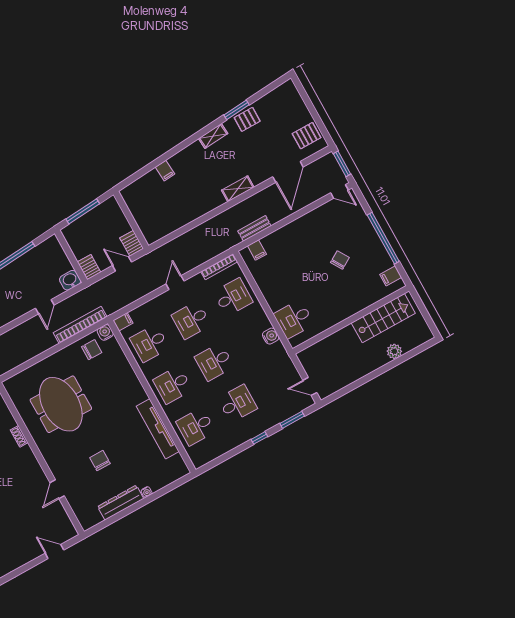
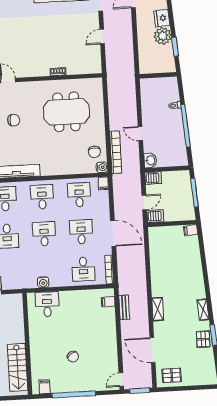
pallet: (307, 136) -> (172, 375), turned 90
filing cabinet: (165, 171) -> (191, 230), moved
door: (175, 283) -> (113, 233), width x1.87

